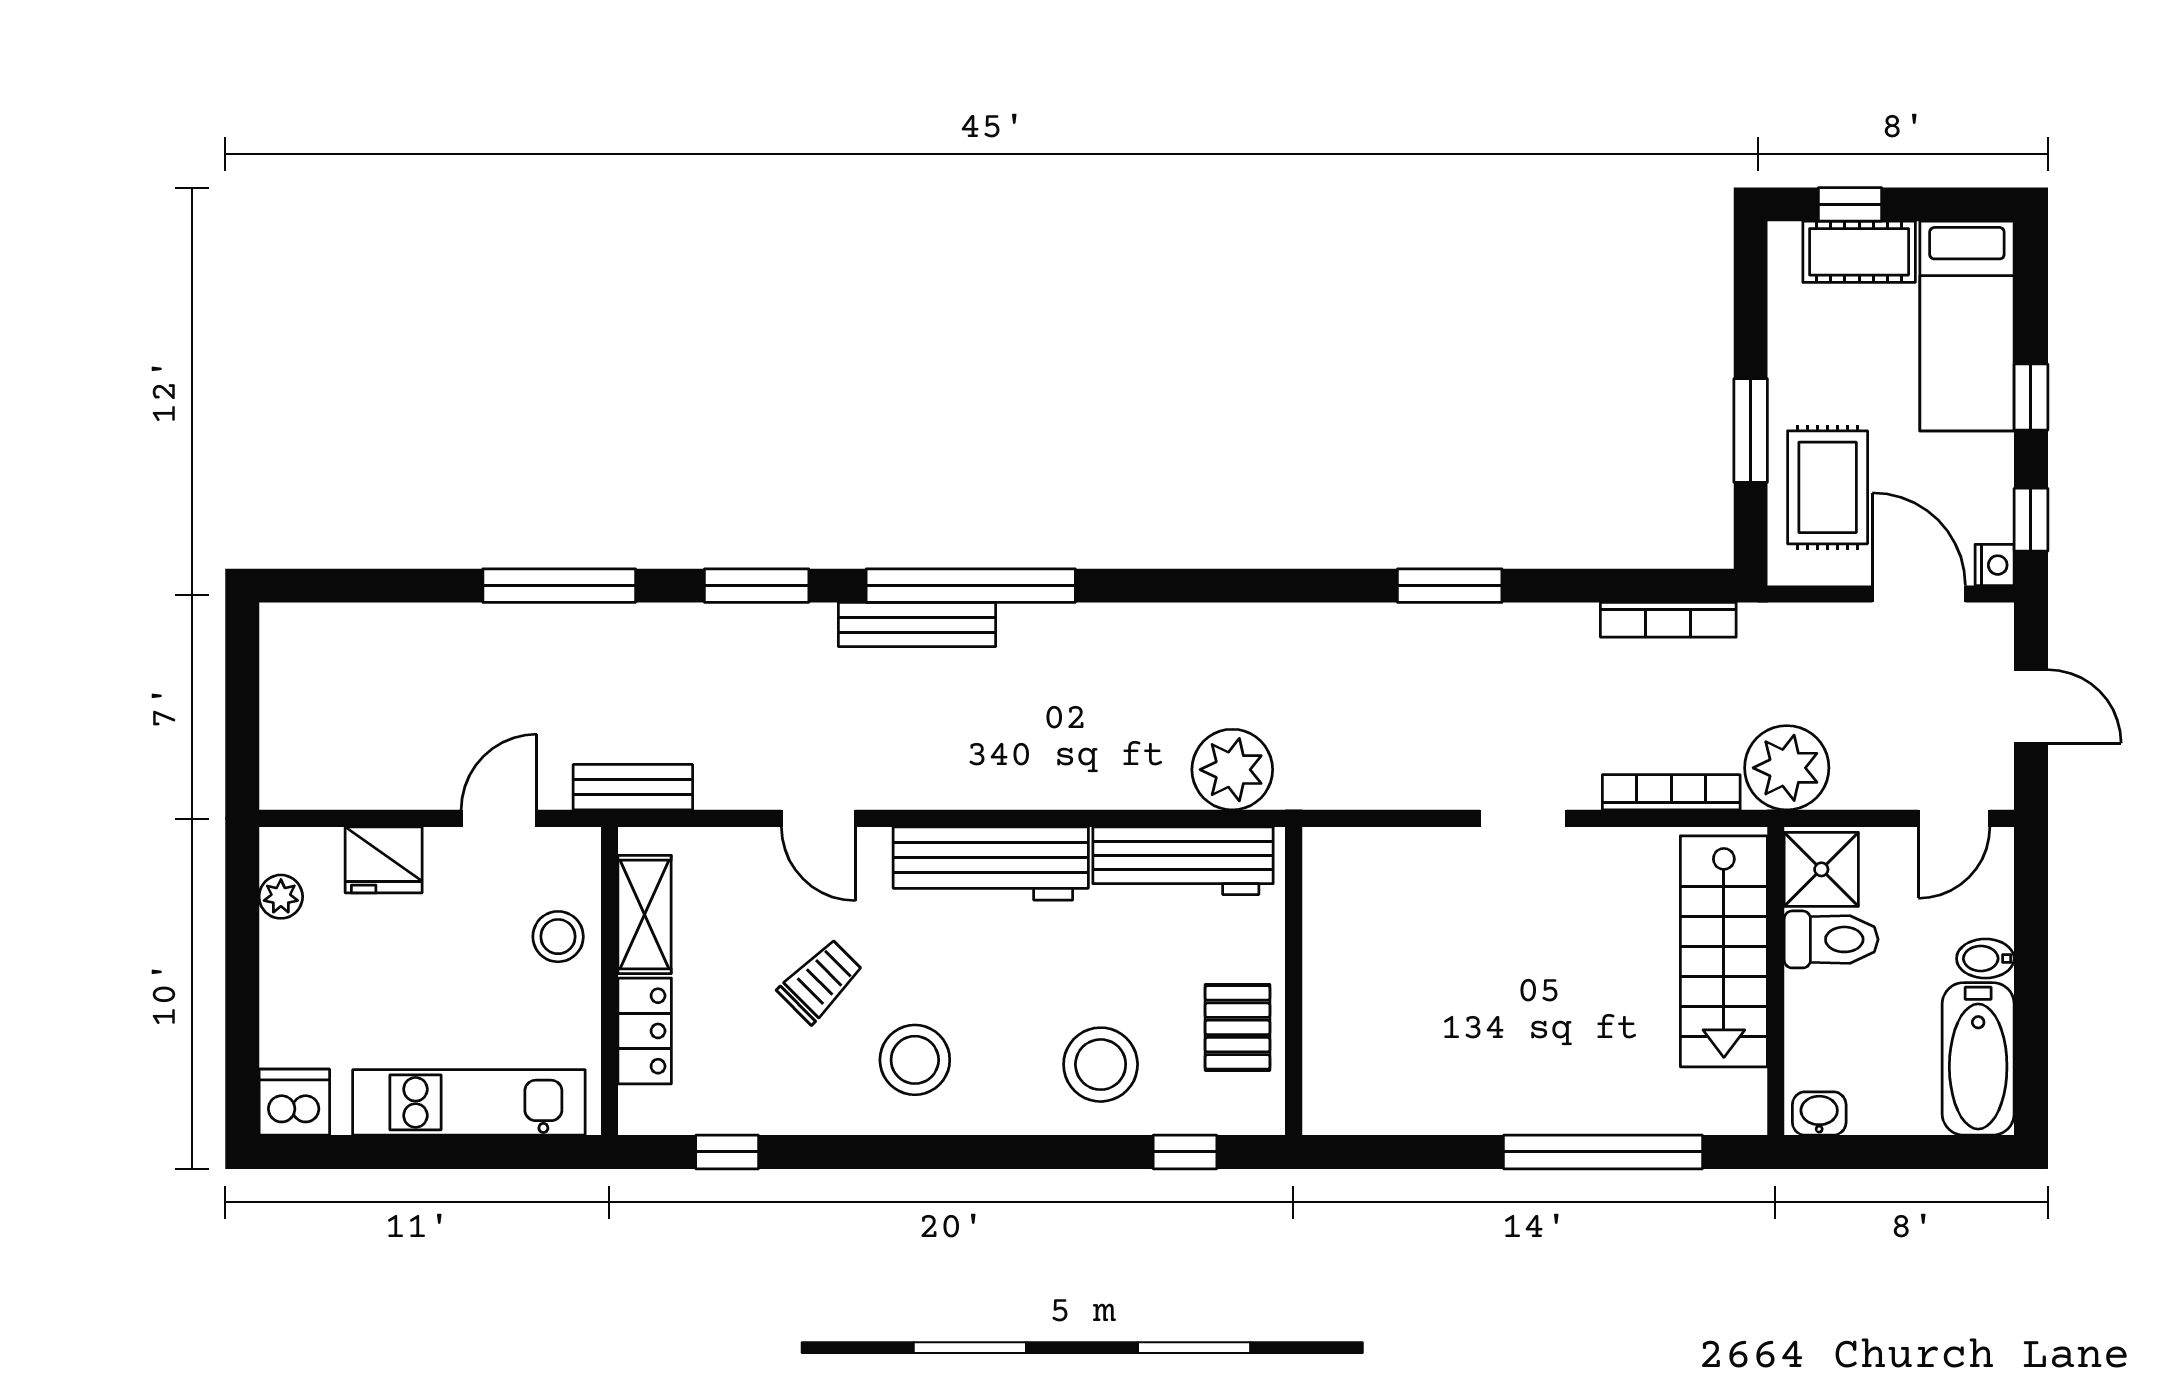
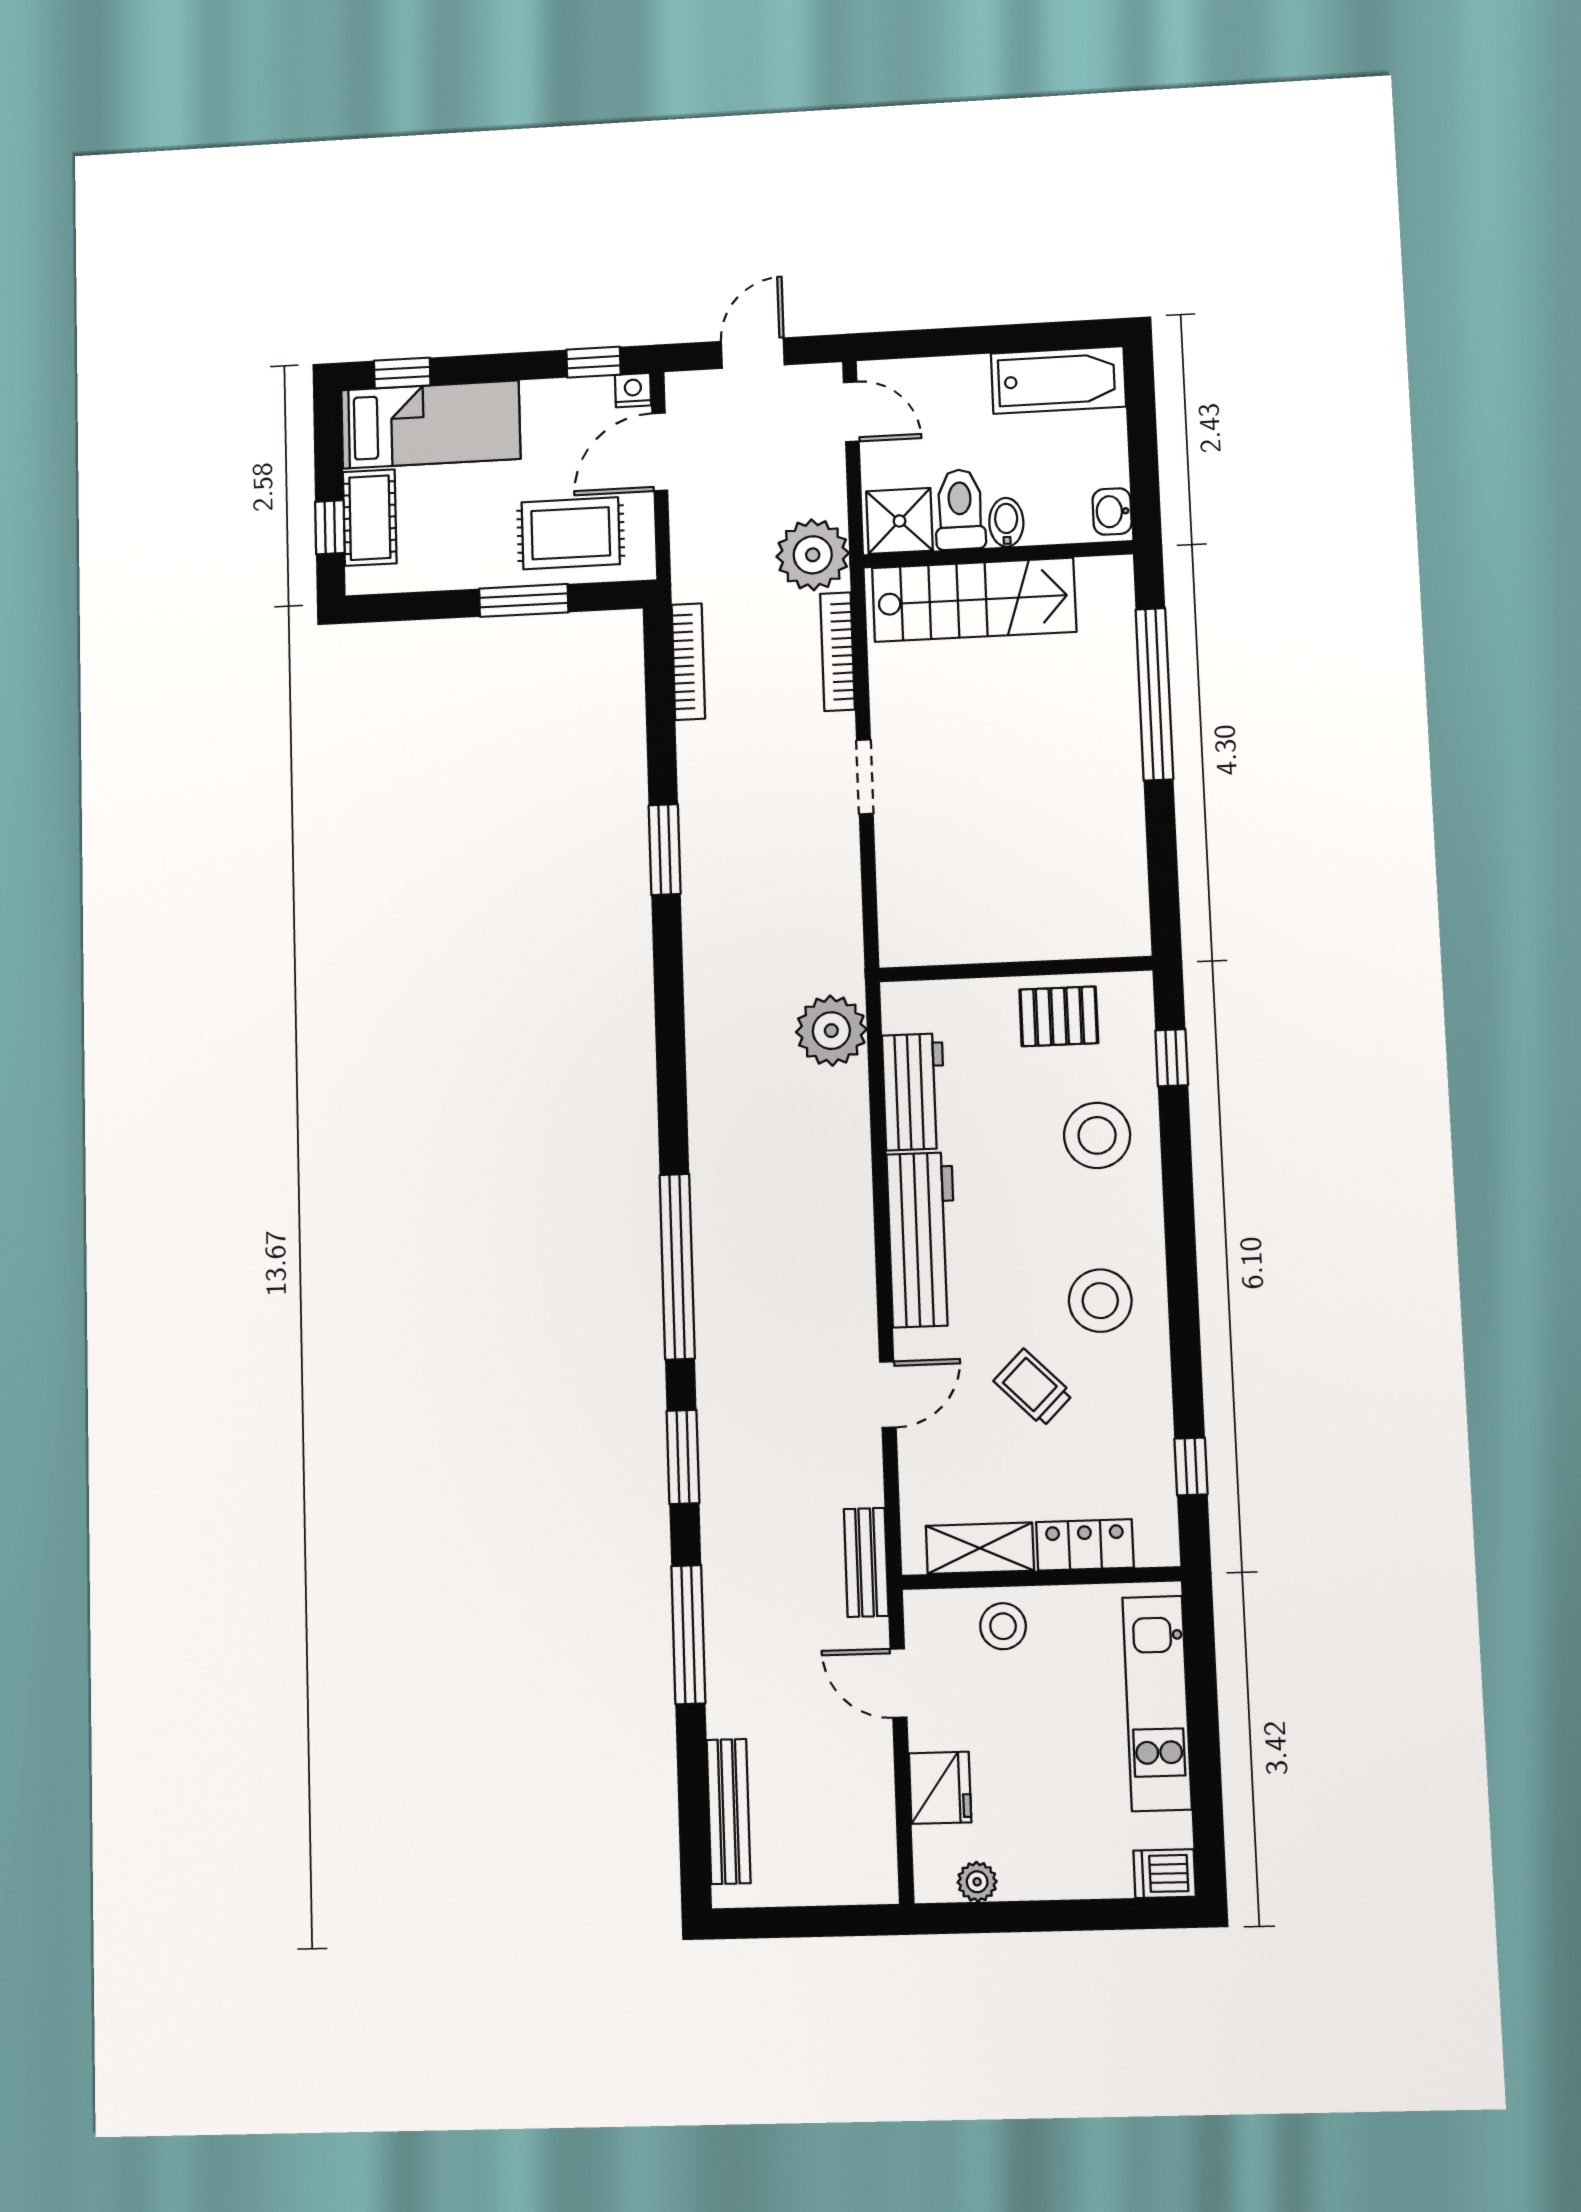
window: (2031, 397) -> (402, 373), moved
bench: (917, 625) -> (729, 1811), moved
workbench: (1183, 861) -> (914, 1092), width x0.73
bidet: (1985, 959) -> (1006, 522), moved, turned 180
dishwasher: (294, 1102) -> (1165, 1874), width x0.73

